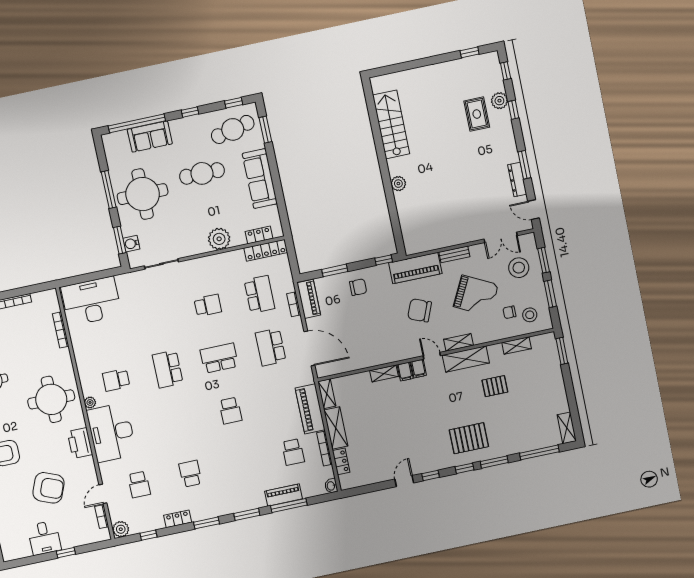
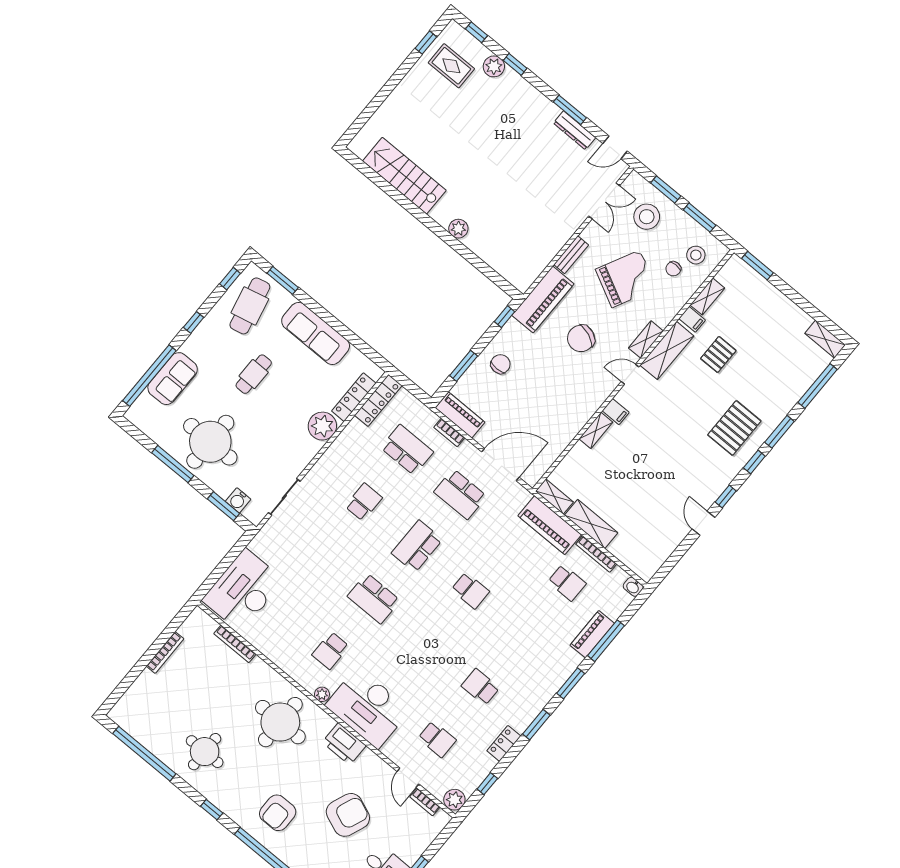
rug: (477, 114) -> (451, 66), moved
cafe table: (202, 173) -> (254, 374), width x0.73, depth x0.74
locker: (259, 235) -> (354, 397), width x1.53
filing cabinet: (419, 369) -> (692, 319), moved
locker: (341, 461) -> (624, 554), removed

